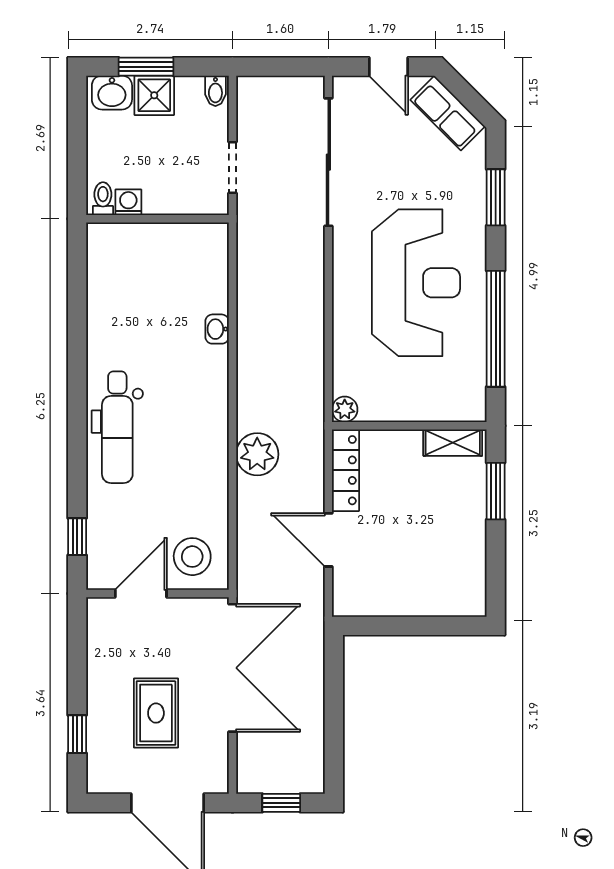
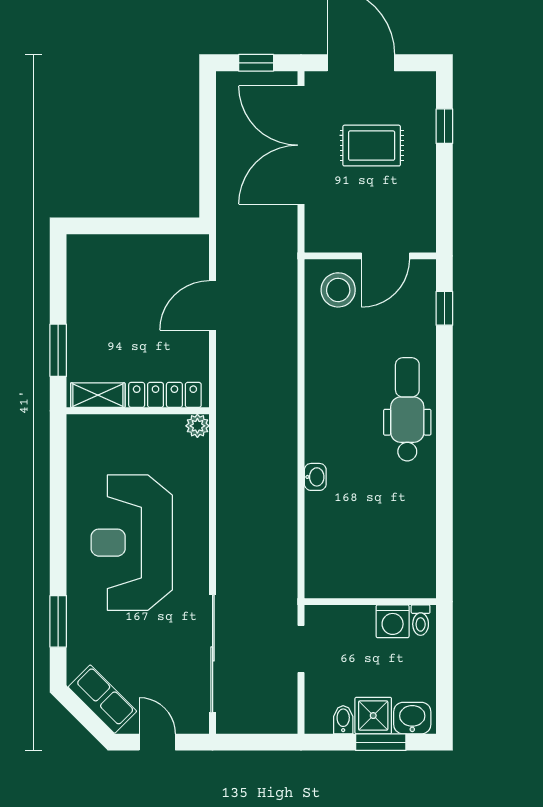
bidet: (215, 91) -> (343, 720), moved
washing machine: (128, 202) -> (393, 621), width x1.38, depth x1.38
washbasin: (217, 329) -> (315, 477), moved
window: (496, 329) -> (58, 500), removed
plant: (257, 454) -> (278, 384), removed
locker: (346, 470) -> (165, 395), moved, turned 90
door: (328, 540) -> (213, 305), swing flipped
double door: (232, 668) -> (301, 145), moved
rug: (156, 713) -> (372, 146), turned 90

